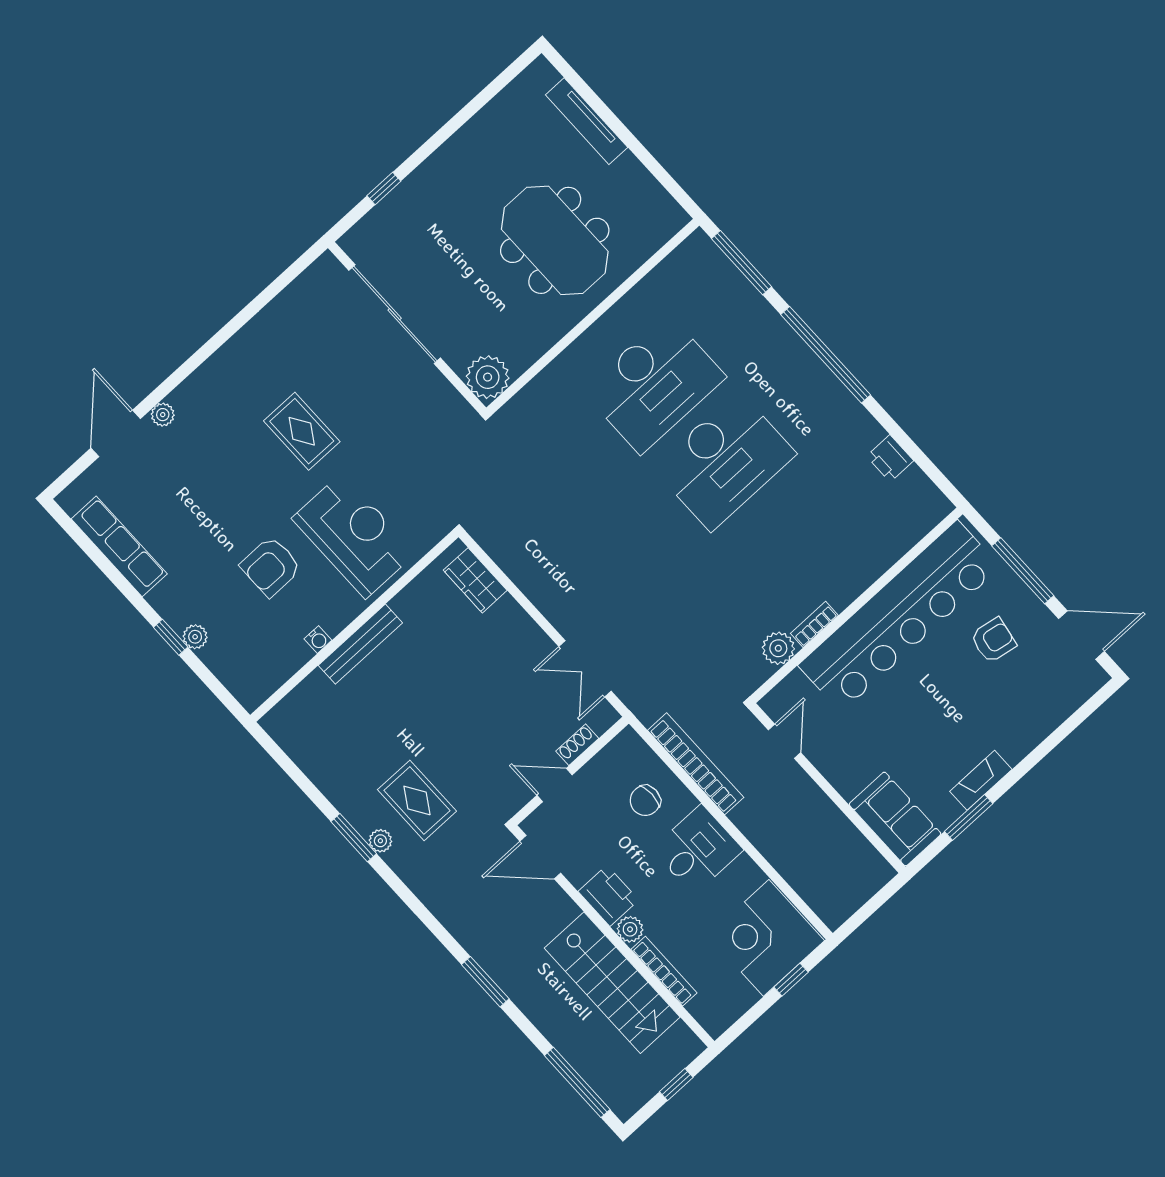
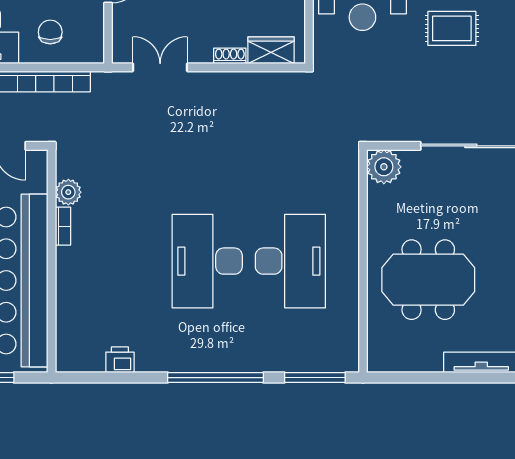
desk: (654, 384) -> (290, 261), turned 180
shoe rack: (577, 745) -> (230, 56), moved, turned -90

